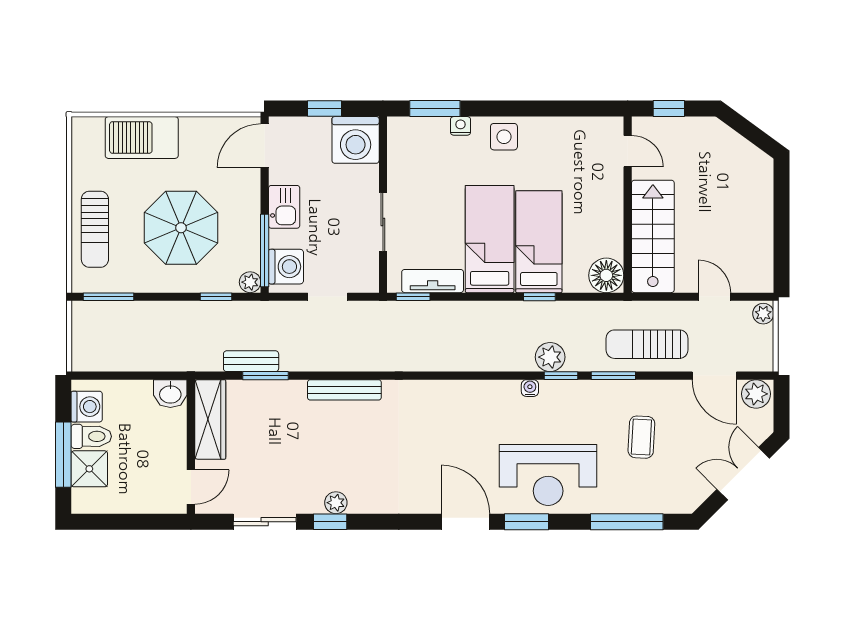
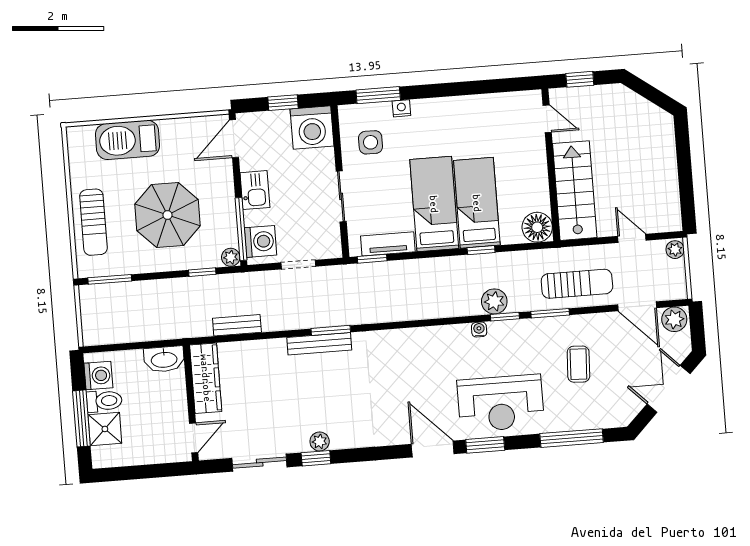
side table: (504, 137) -> (371, 142), moved
sun lounger: (647, 344) -> (577, 284), turned 180
window: (266, 376) -> (331, 330), moved
washbasin: (170, 394) -> (164, 359), width x1.38

